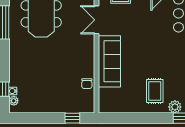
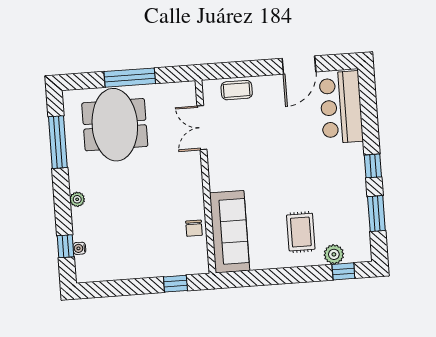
sofa: (109, 61) -> (230, 232), moved
plant: (14, 101) -> (77, 199), moved

